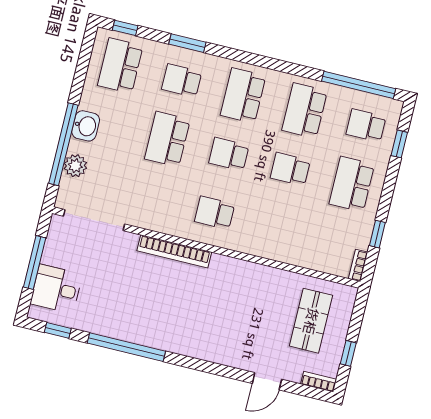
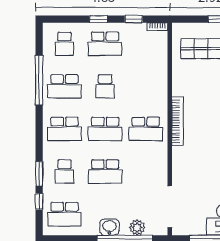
window: (125, 28) -> (39, 202), moved
window: (359, 85) -> (39, 80), moved
window: (399, 144) -> (98, 19), moved
school desk: (229, 154) -> (105, 129), width x1.85
school desk: (215, 213) -> (146, 129), width x1.85
bookcase: (174, 251) -> (177, 121), moved

